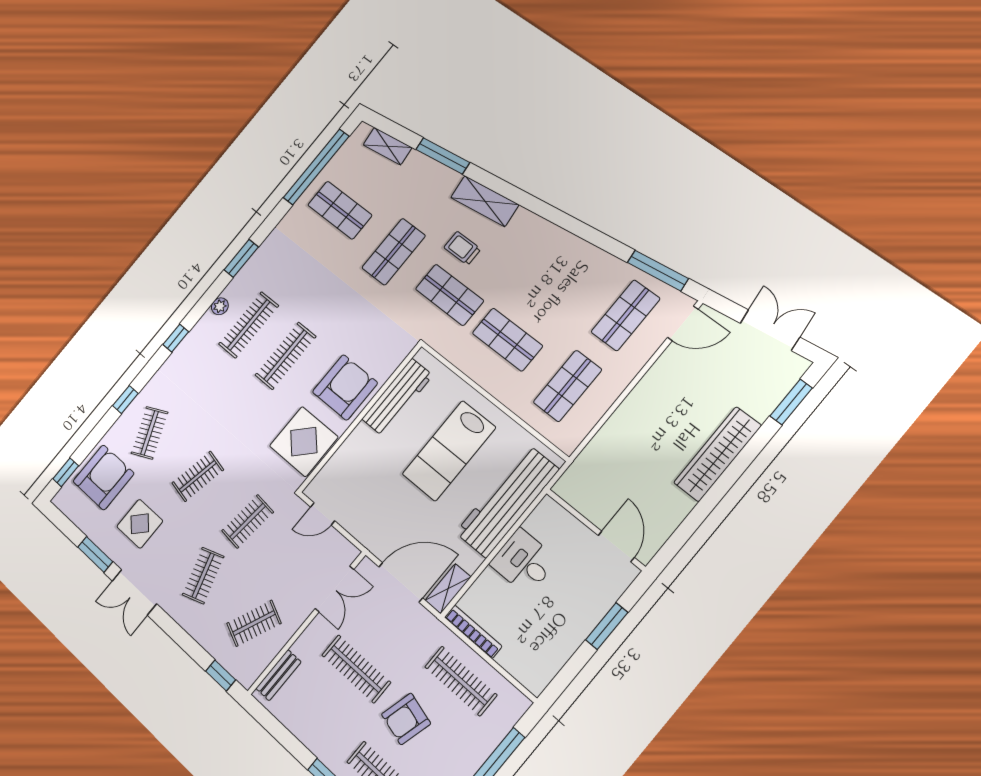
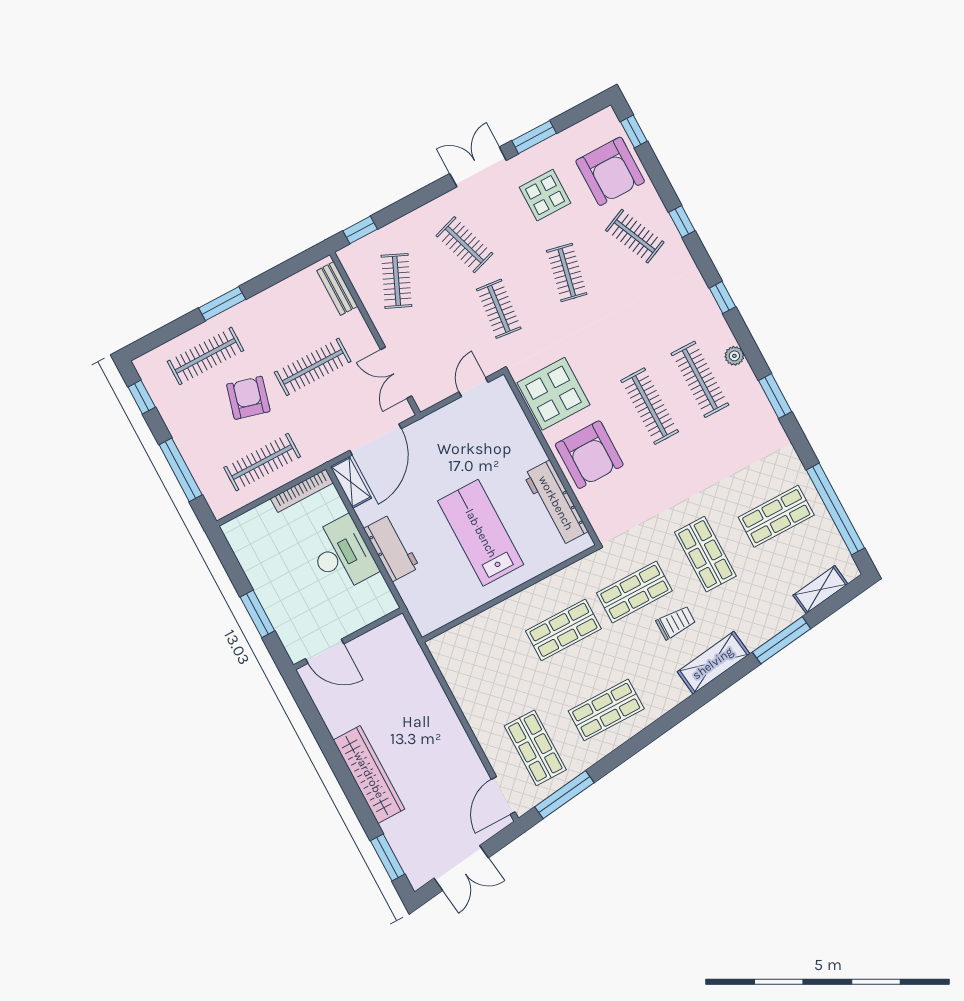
shop shelf: (567, 386) -> (606, 710), moved, turned 90
workbench: (507, 501) -> (392, 548), width x0.53, depth x0.76
desk: (524, 562) -> (342, 554), width x1.37

